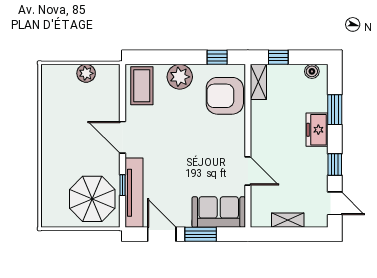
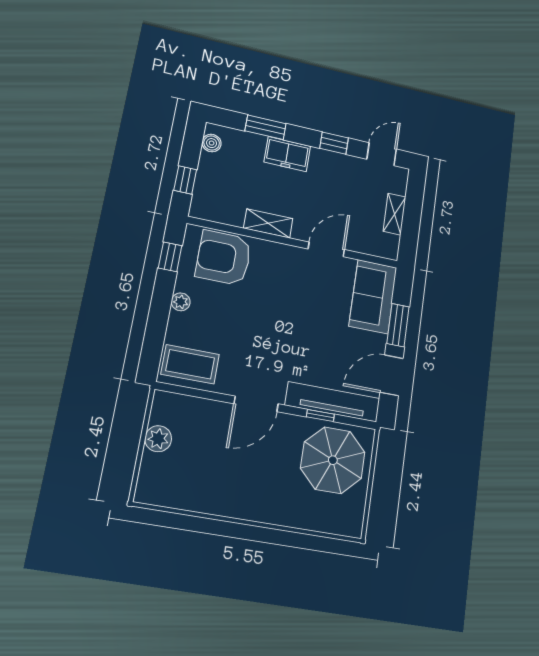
plant: (180, 77) -> (181, 302), width x0.53, depth x0.53
shelving: (258, 82) -> (268, 223), moved
armchair: (225, 96) -> (224, 258), turned 90

